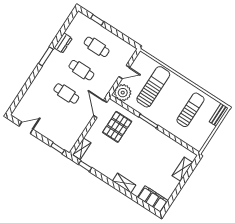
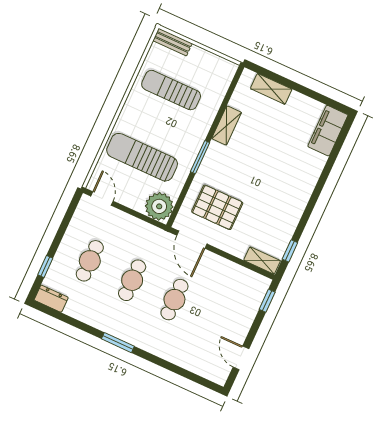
dresser: (63, 43) -> (51, 299), moved
door: (124, 72) -> (102, 199), moved
door: (100, 109) -> (192, 240), hinge flipped
shelving: (124, 183) -> (227, 125), moved

